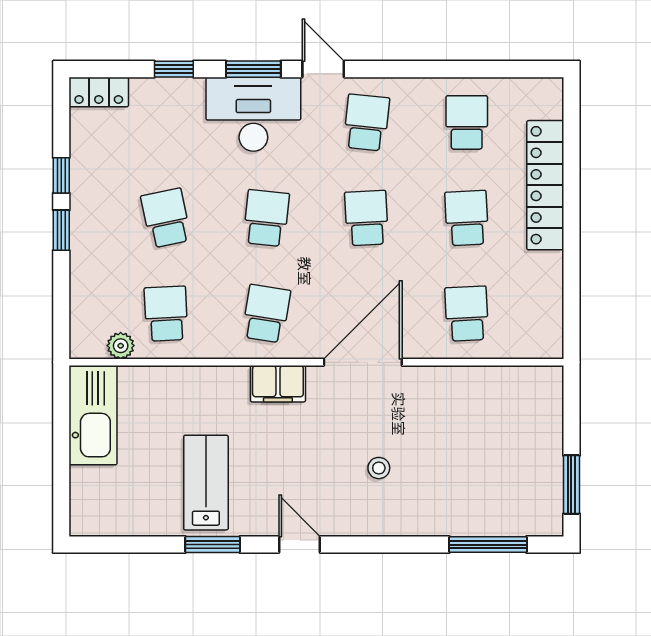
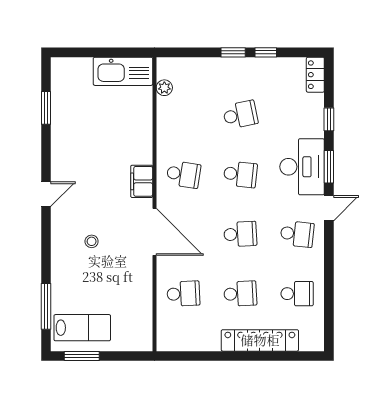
school desk: (166, 314) -> (183, 115), removed
lab bench: (206, 483) -> (82, 328), moved
window: (213, 545) -> (46, 108), moved

